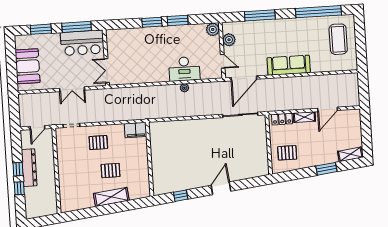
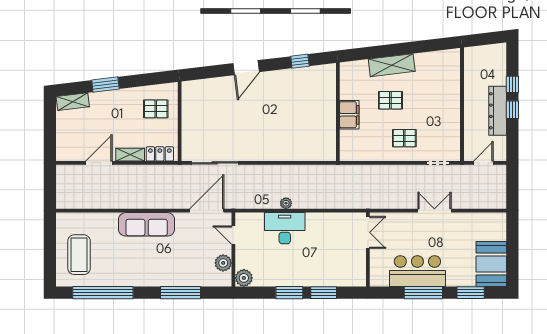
wall: (106, 58) -> (368, 250), moved
booth: (28, 66) -> (491, 264), moved
double door: (107, 71) -> (368, 232), moved
filing cabinet: (136, 130) -> (349, 115), moved, turned 90

